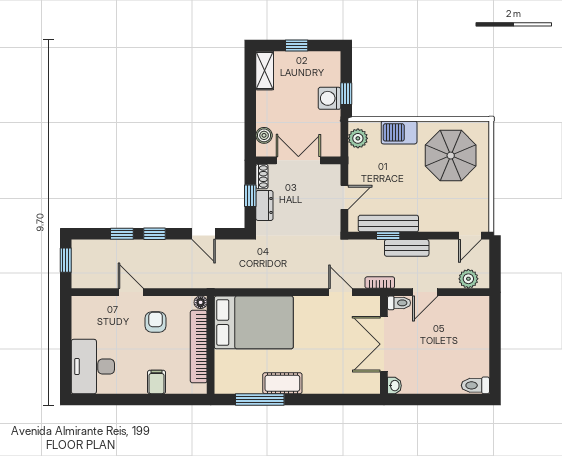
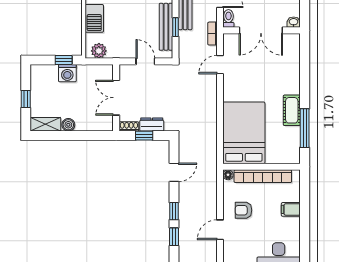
boiler: (264, 135) -> (68, 125), moved

